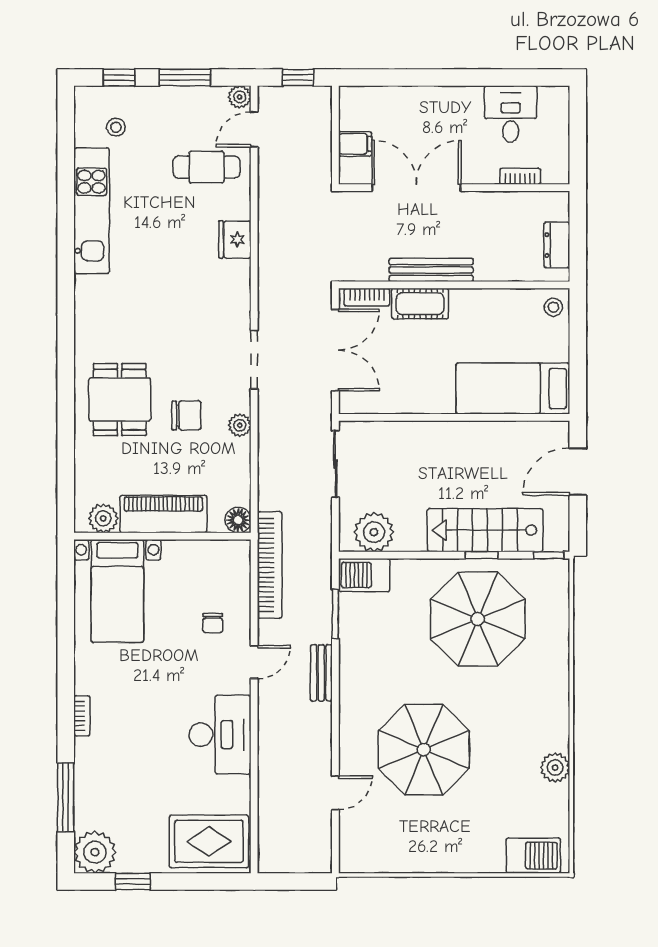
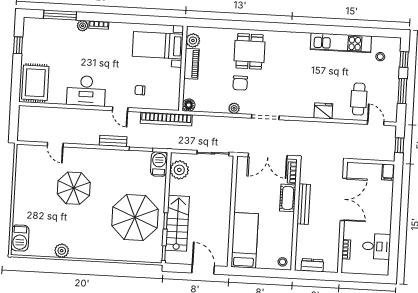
plant: (240, 97) -> (392, 117), removed
filing cabinet: (355, 144) -> (388, 172), moved
dining table: (120, 400) -> (250, 51), turned 90
piano: (163, 514) -> (192, 64), width x0.73, depth x0.75
parasol: (424, 750) -> (74, 188), width x0.73, depth x0.73
plant: (95, 852) -> (83, 26), moved, width x0.53, depth x0.53

